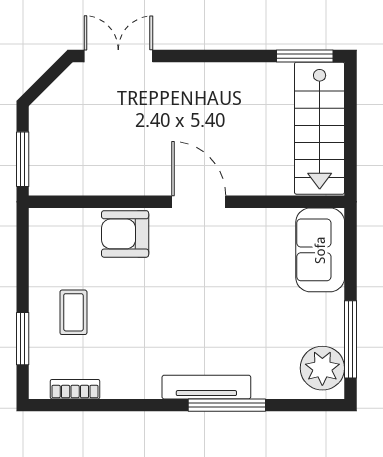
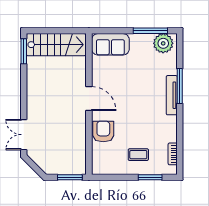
door: (199, 202) -> (89, 99), swing flipped
armchair: (125, 234) -> (103, 132), turned 180

